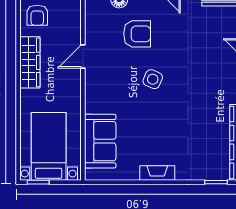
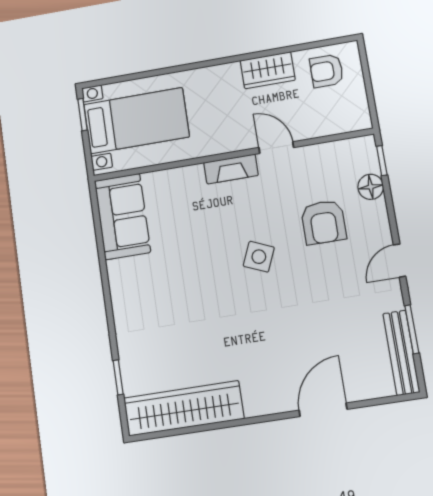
wardrobe: (30, 62) -> (268, 70), width x0.67
sofa: (100, 141) -> (122, 216), moved, turned -90
fireplace: (157, 173) -> (231, 169), moved, turned 90

